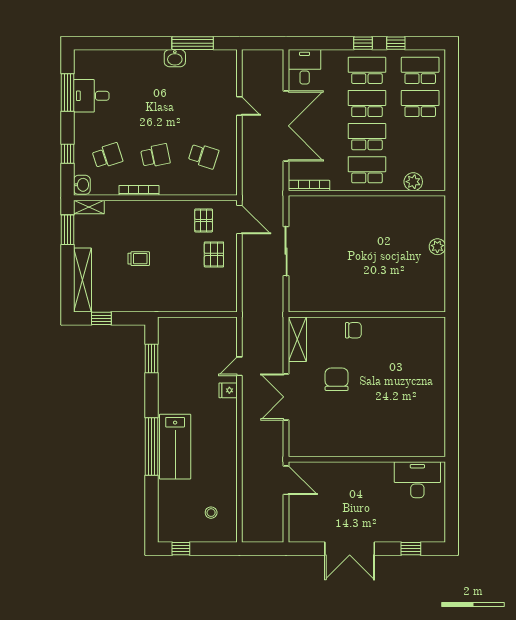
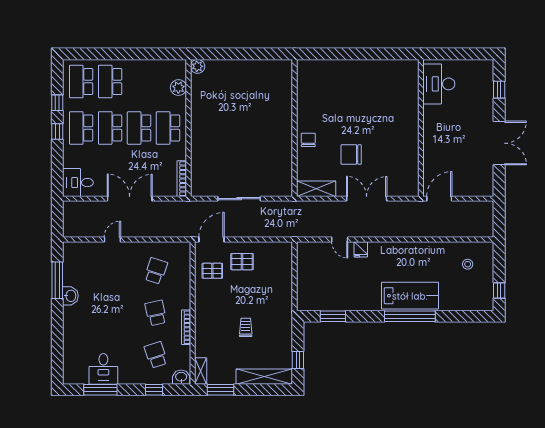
double door: (286, 126) -> (130, 199), width x0.73
plant: (437, 247) -> (198, 66), moved
double door: (286, 397) -> (367, 199), swing flipped

